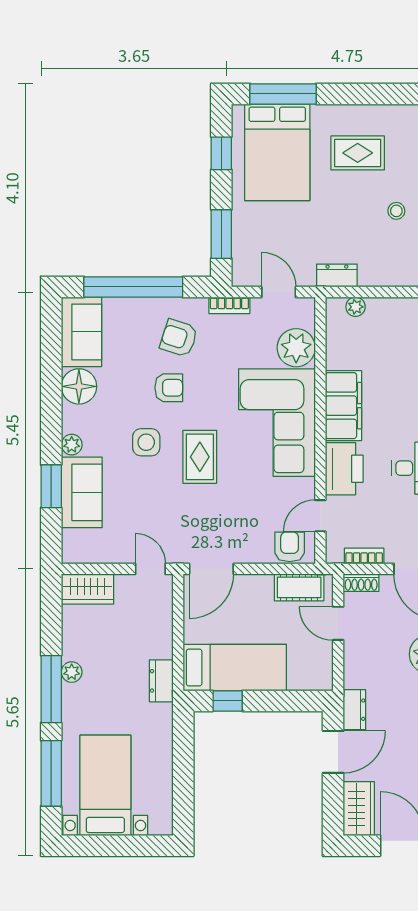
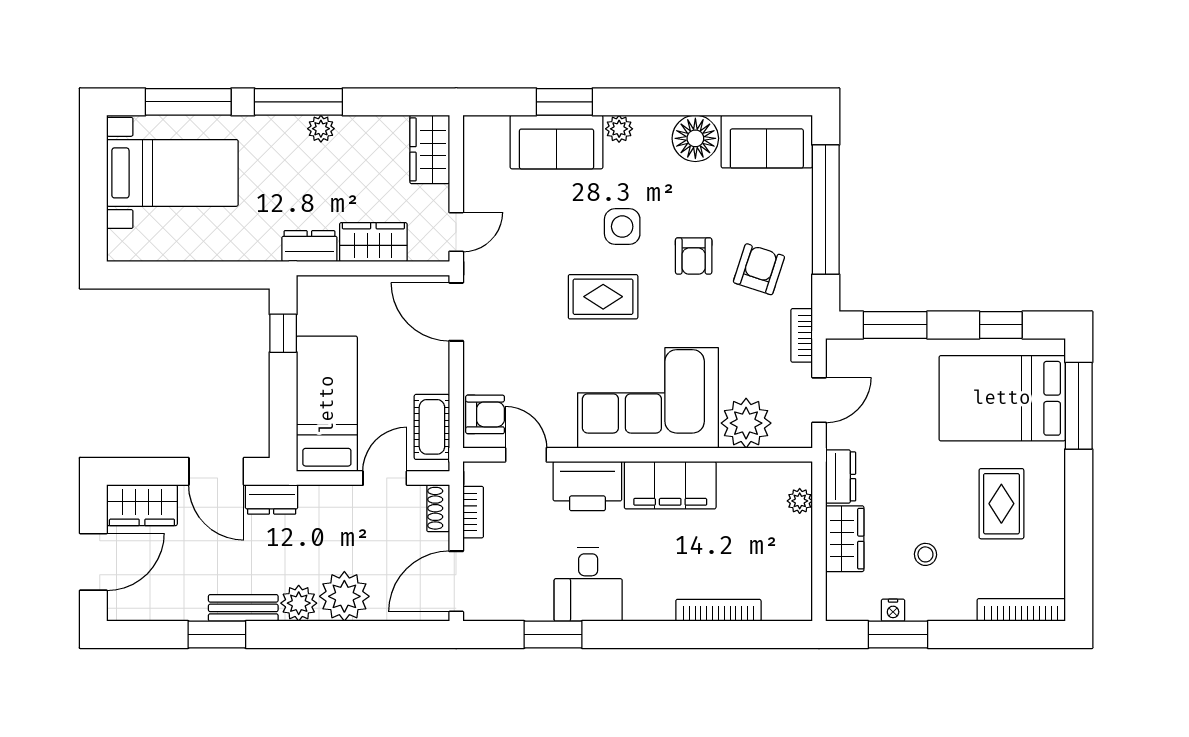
wardrobe: (384, 272) -> (845, 539), added
wardrobe: (158, 632) -> (373, 242), added
bed: (235, 668) -> (327, 404), moved, turned 180

